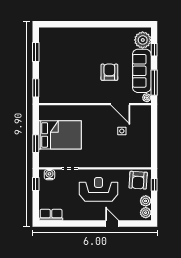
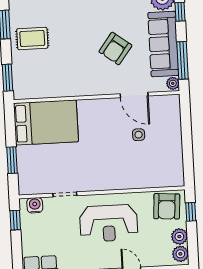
rug: (54, 62) -> (32, 38), added
armchair: (109, 72) -> (115, 48), turned -143
bed: (60, 135) -> (46, 122), moved
reception desk: (99, 189) -> (109, 223), turned 180

